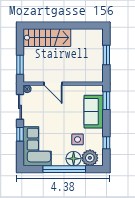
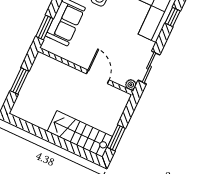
window: (20, 65) -> (116, 138), moved
window: (20, 134) -> (173, 17), moved

